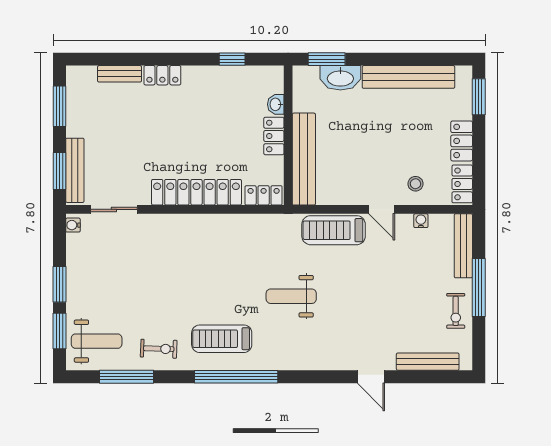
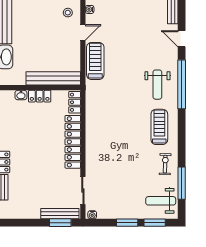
window: (59, 106) -> (22, 223), removed
treadmill: (334, 230) -> (95, 61), turned 180
weight bench: (291, 296) -> (157, 85), moved
treadmill: (222, 339) -> (159, 127), turned 180
weight bench: (97, 341) -> (161, 201), turned -90
window: (236, 377) -> (182, 84), moved
door: (371, 377) -> (182, 39), swing flipped

